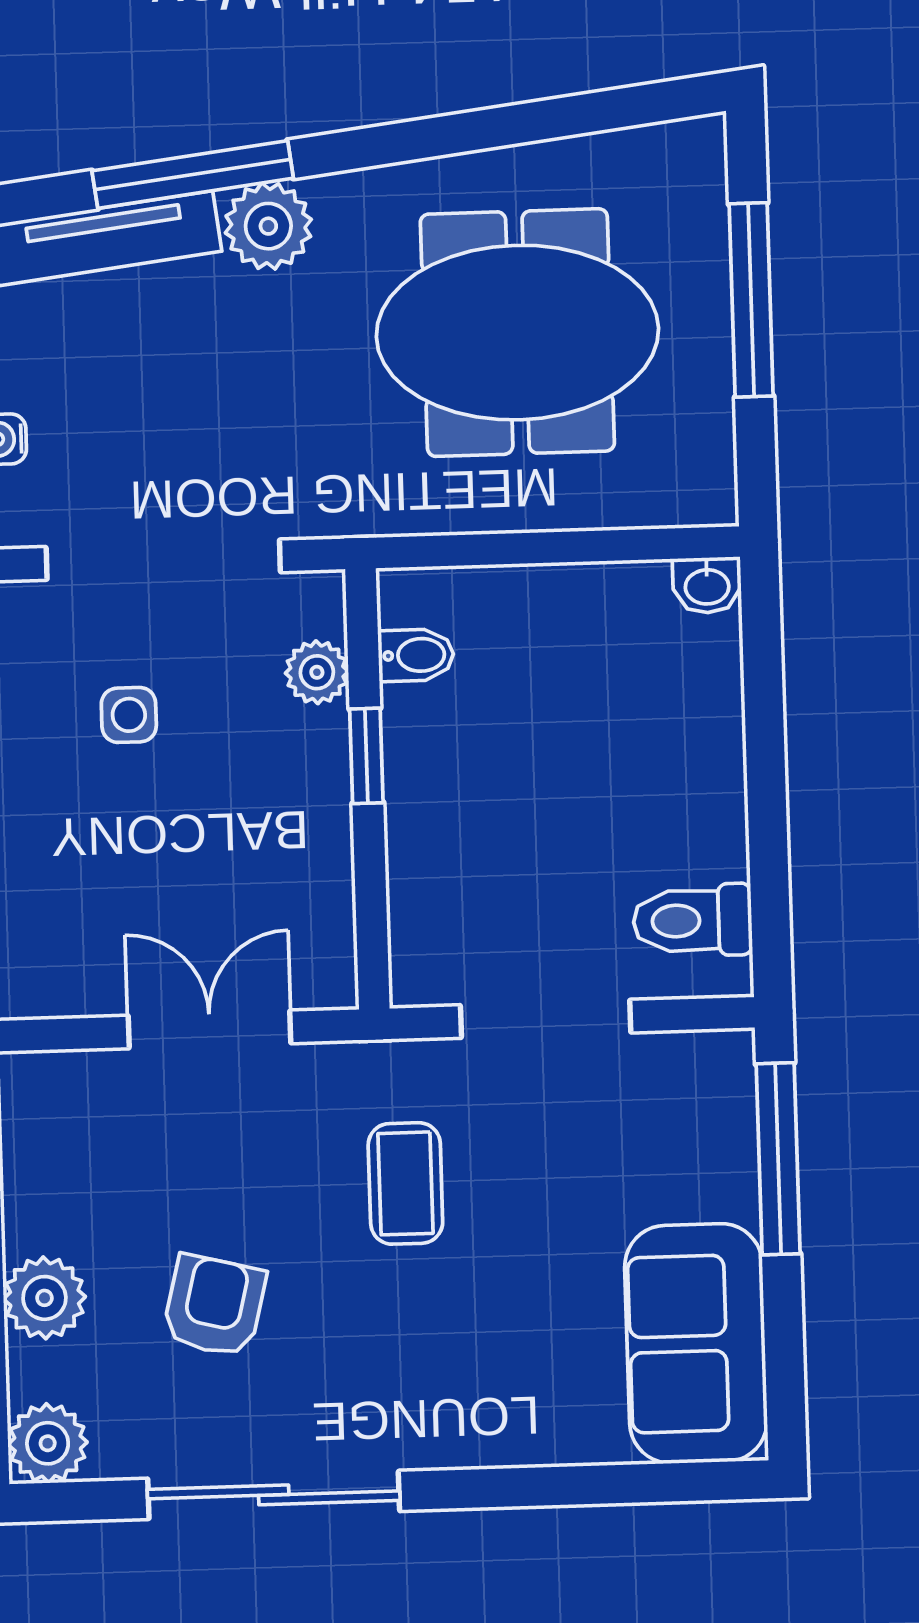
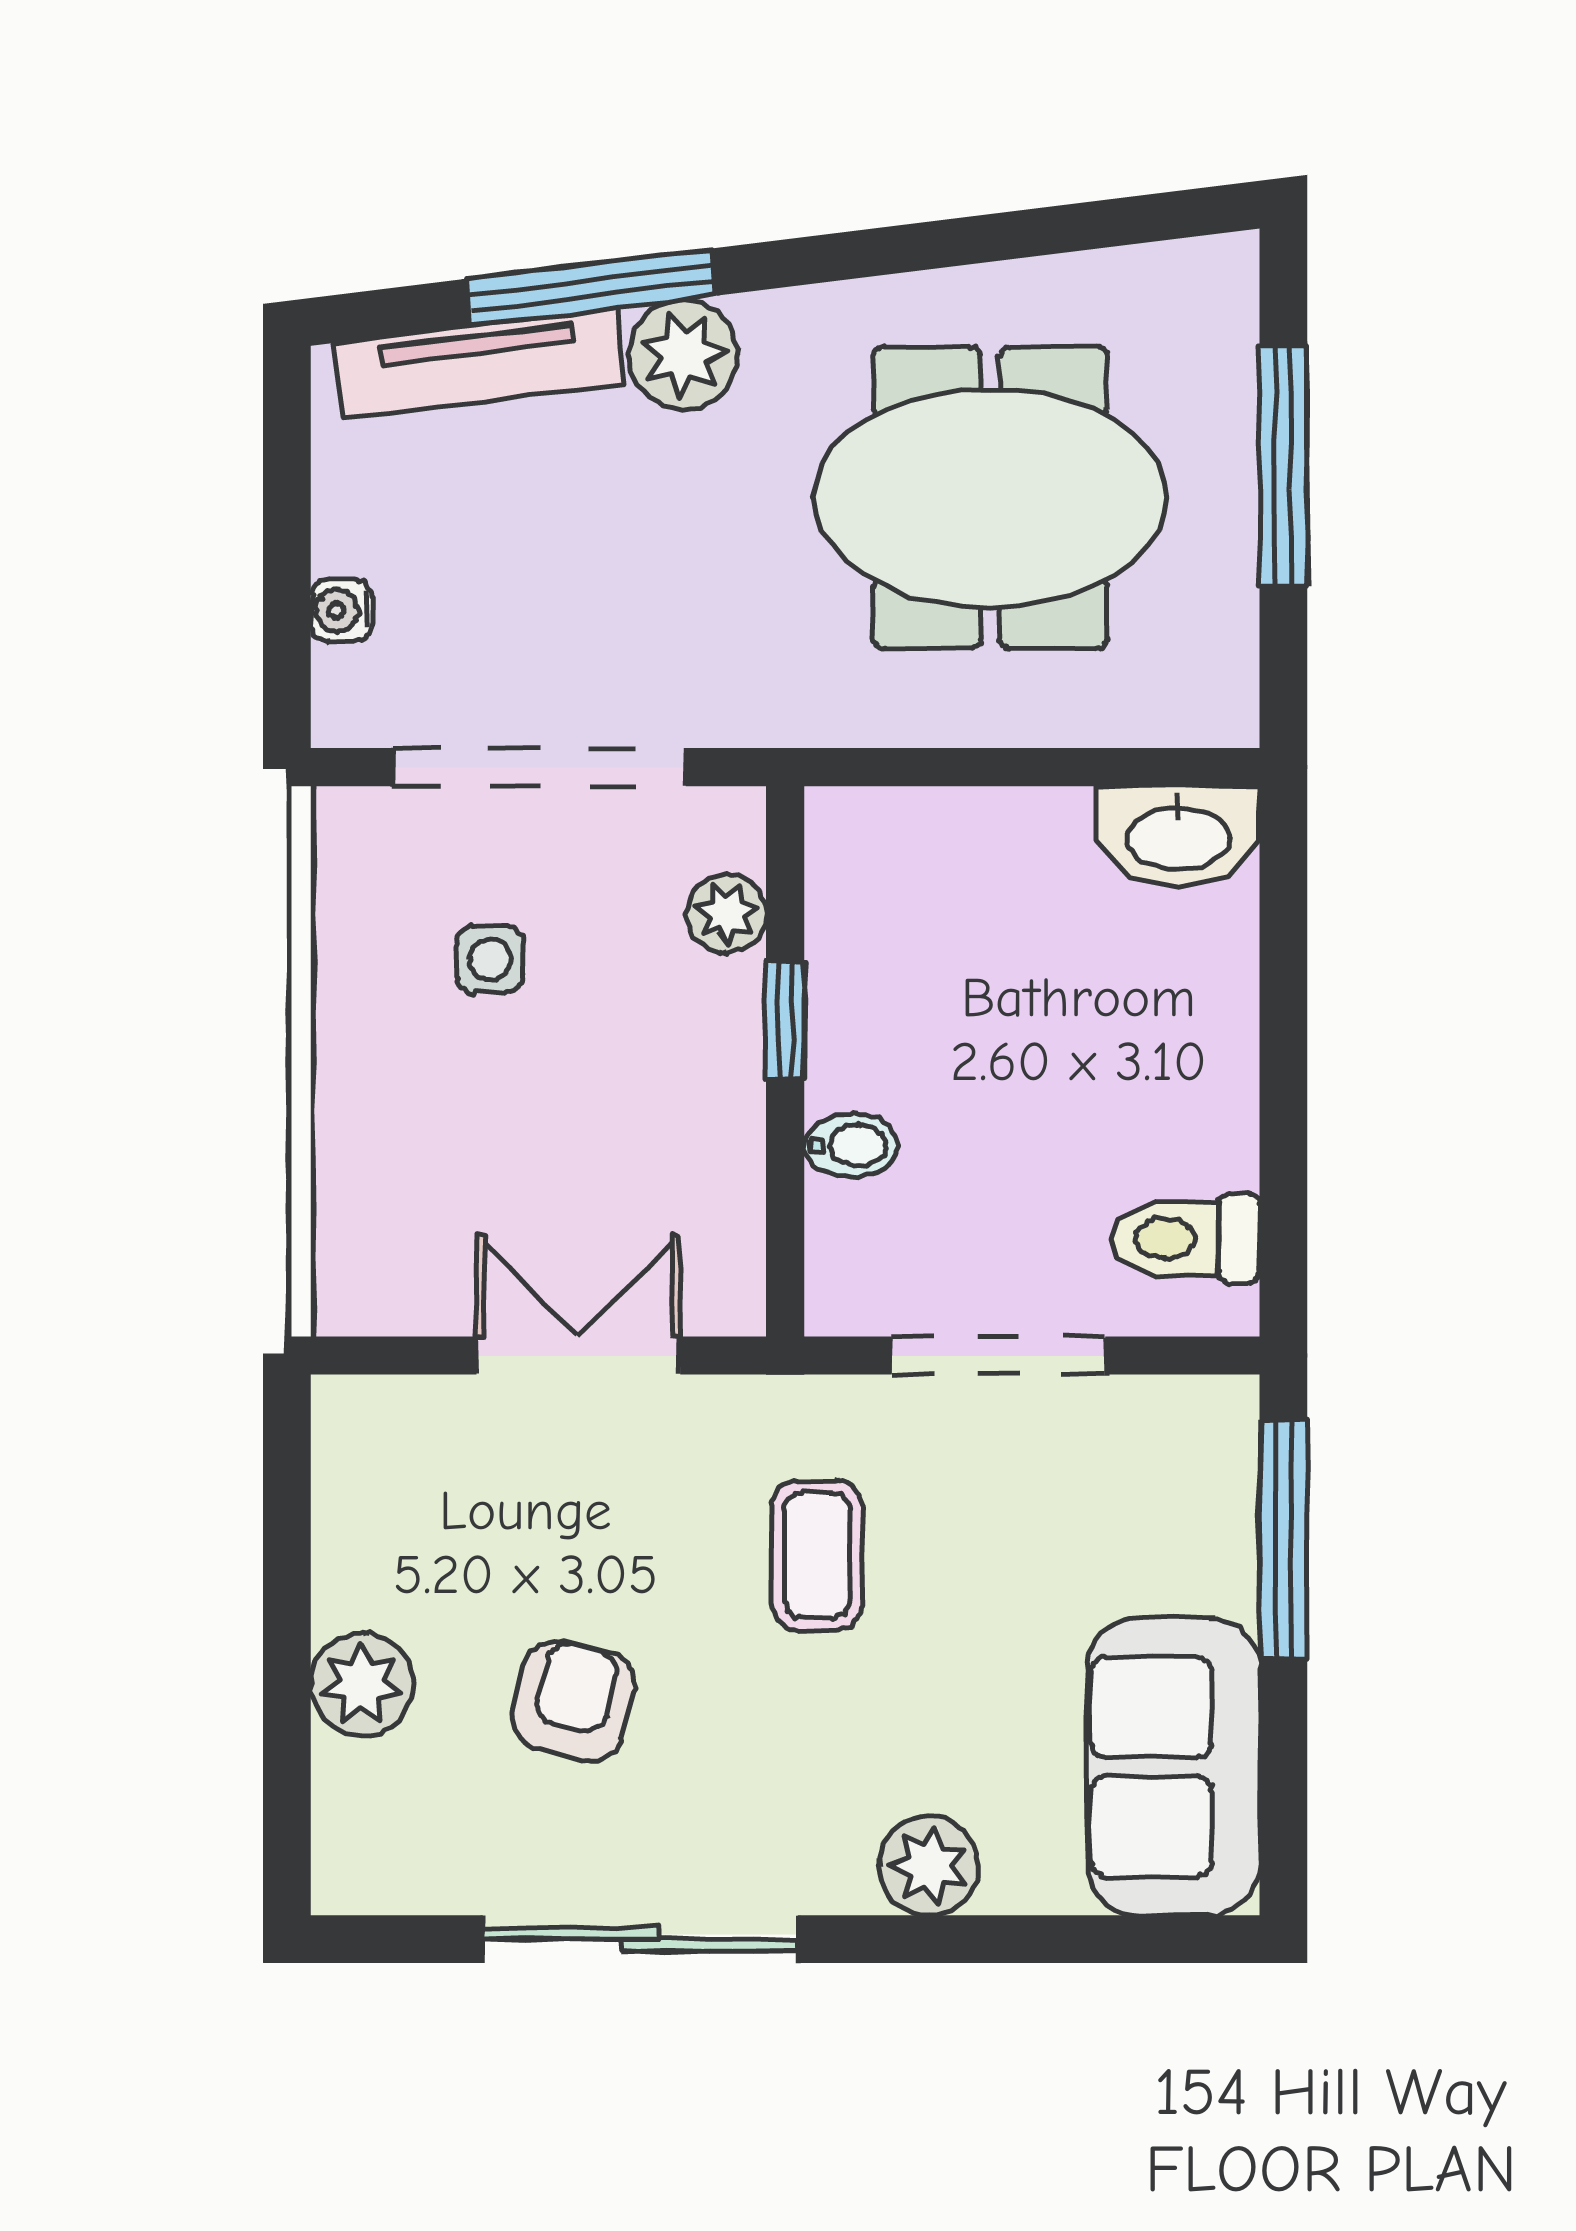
washbasin: (707, 585) -> (1178, 836), width x1.91, depth x1.45
bidet: (416, 655) -> (851, 1145), moved
plant: (48, 1443) -> (929, 1866), moved

